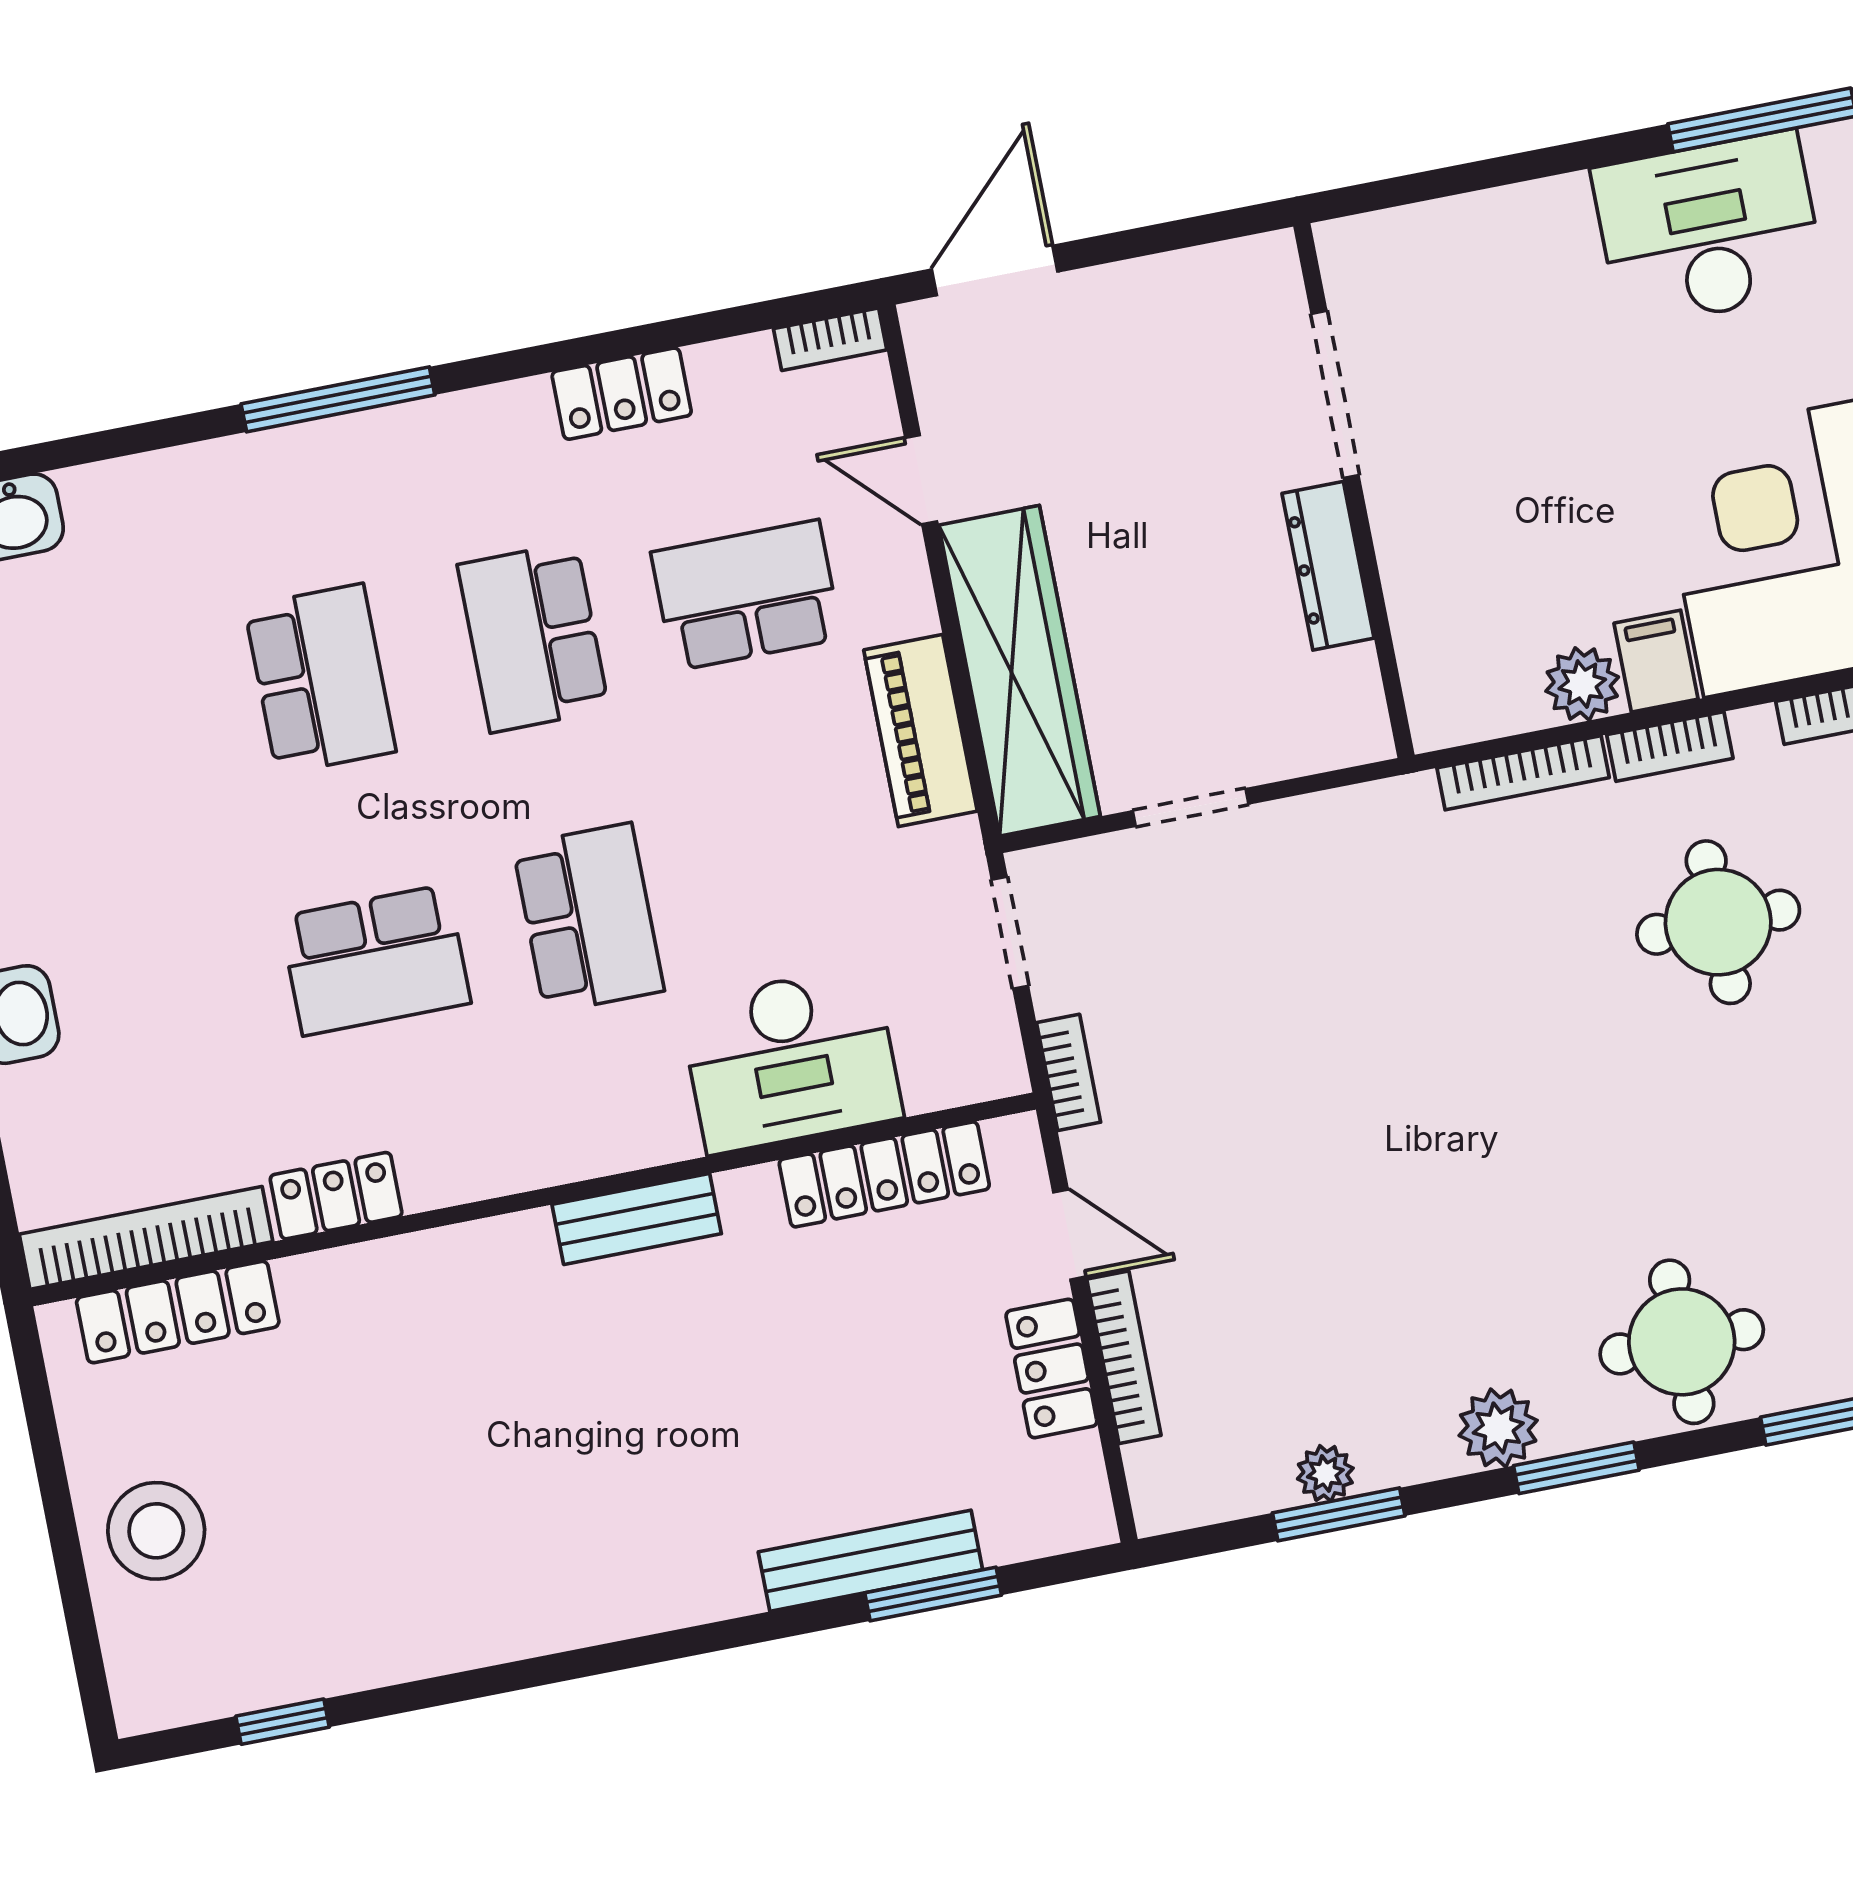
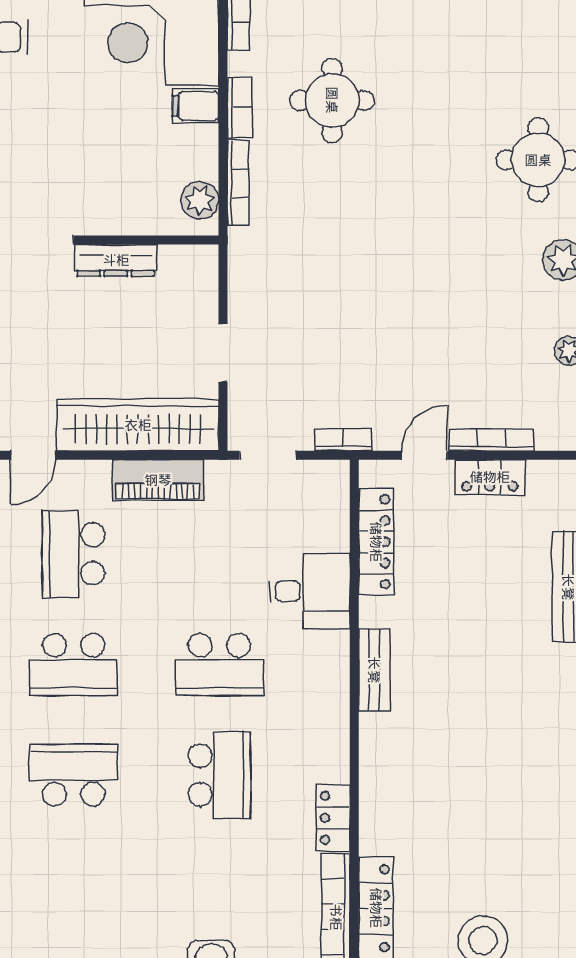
plant: (1582, 684) -> (200, 200), moved
school desk: (588, 918) -> (219, 664), turned 180
desk: (791, 1059) -> (310, 591), width x0.73

